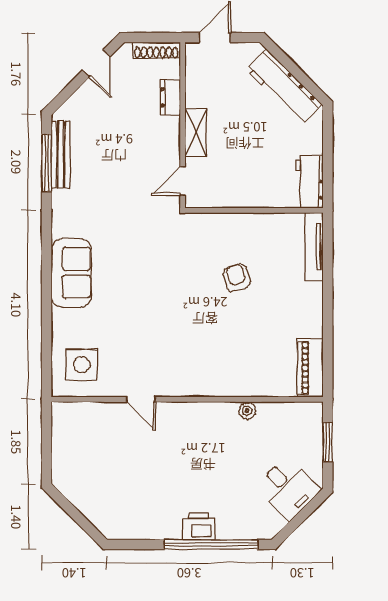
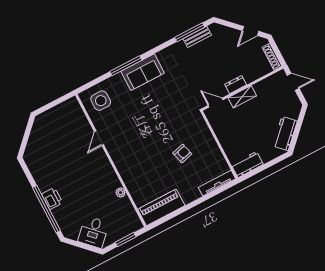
workbench: (284, 87) -> (285, 134), width x0.73
dresser: (170, 97) -> (236, 85), moved
bench: (61, 154) -> (197, 37), width x0.73
window: (47, 294) -> (126, 66), added
piano: (310, 368) -> (161, 207), width x1.37, depth x1.33

